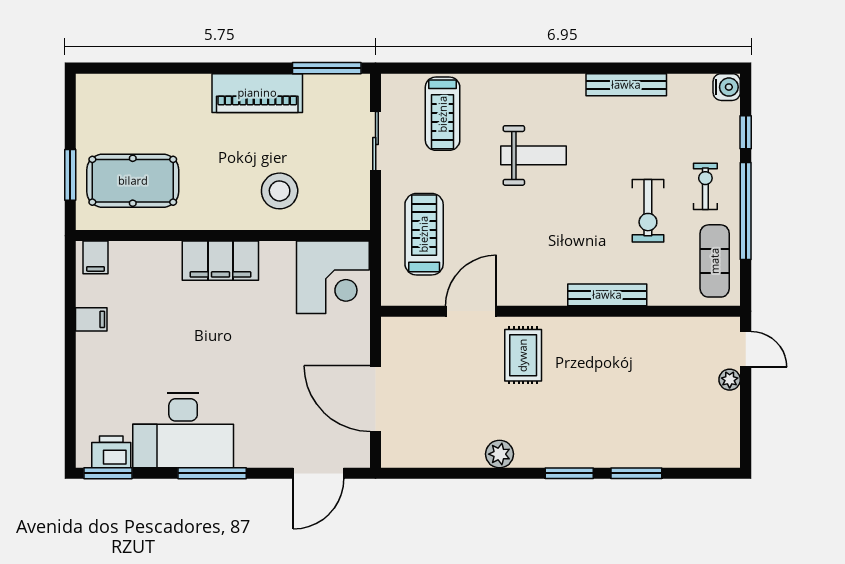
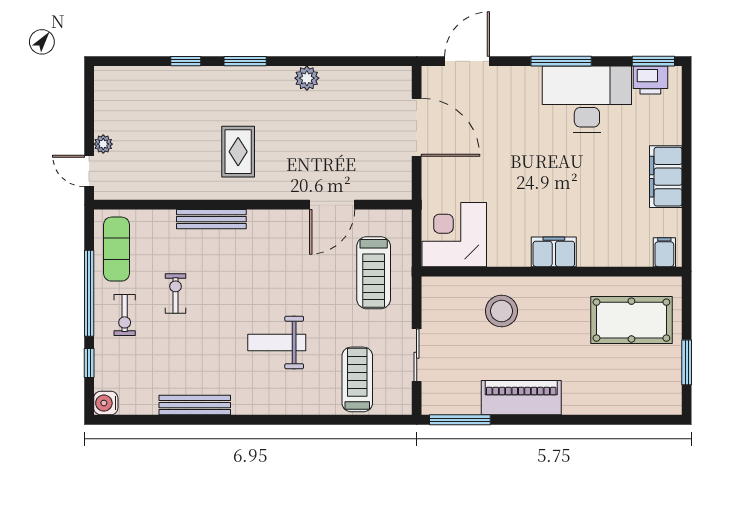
window: (70, 175) -> (687, 362), moved
exercise bike: (648, 211) -> (175, 294), width x0.73, depth x0.72
filing cabinet: (220, 261) -> (554, 252), width x0.67, depth x0.86
filing cabinet: (91, 319) -> (666, 177), width x3.00, depth x1.17
rug: (523, 355) -> (238, 152), moved
window: (636, 473) -> (186, 61), width x0.67

